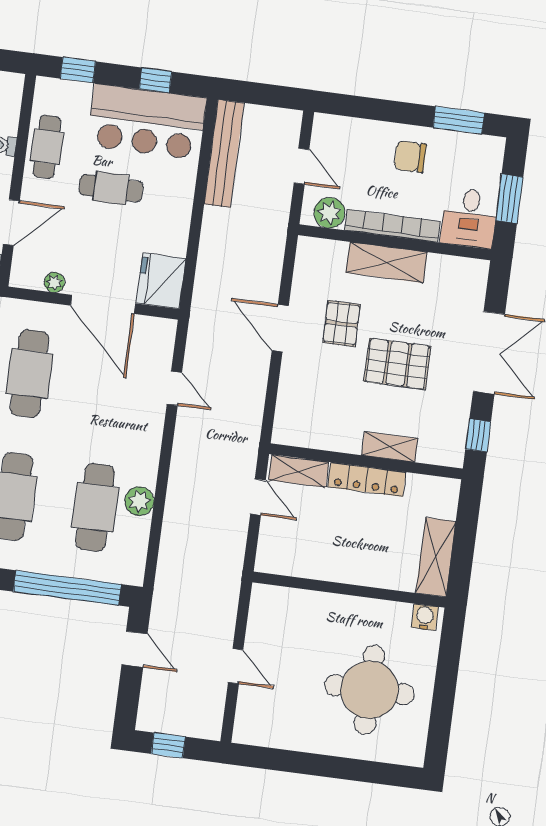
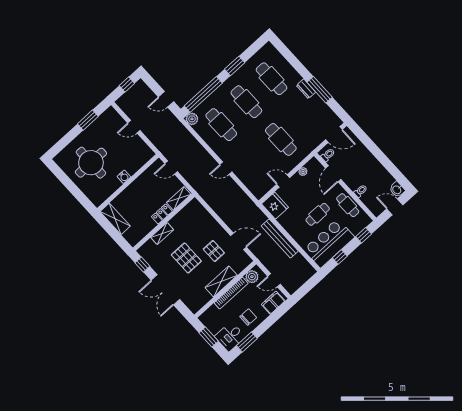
filing cabinet: (344, 133) -> (273, 303), added
bench: (224, 153) -> (280, 238), moved
desk: (469, 218) -> (230, 337), moved, turned -90
door: (103, 304) -> (283, 181), width x0.53
door: (280, 328) -> (239, 241), moved
pallet: (397, 364) -> (186, 258), turned 90
door: (174, 388) -> (226, 168), moved
locker: (367, 480) -> (162, 214), width x0.66
door: (258, 497) -> (171, 168), moved
plant: (139, 501) -> (192, 119), moved
water cooler: (425, 617) -> (124, 177), moved
window: (295, 762) -> (88, 120), added

